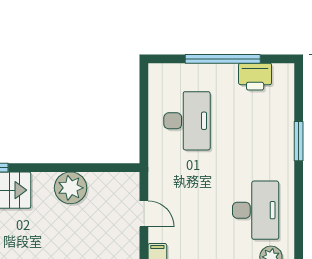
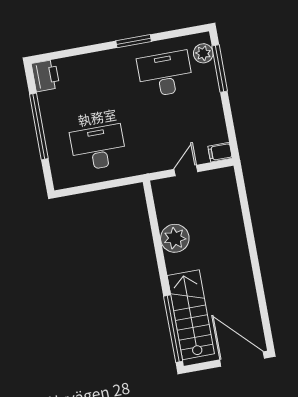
printer: (255, 77) -> (46, 76), moved
window: (299, 141) -> (134, 41), moved

